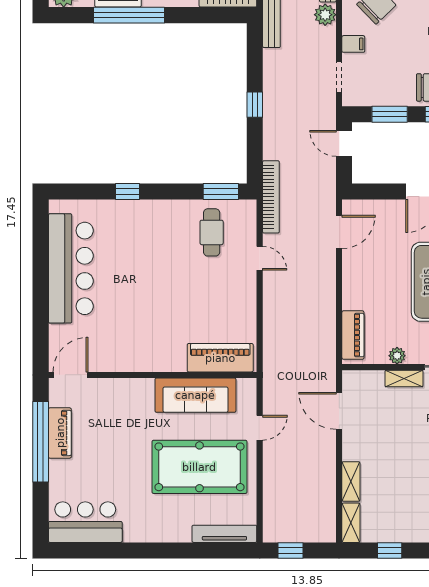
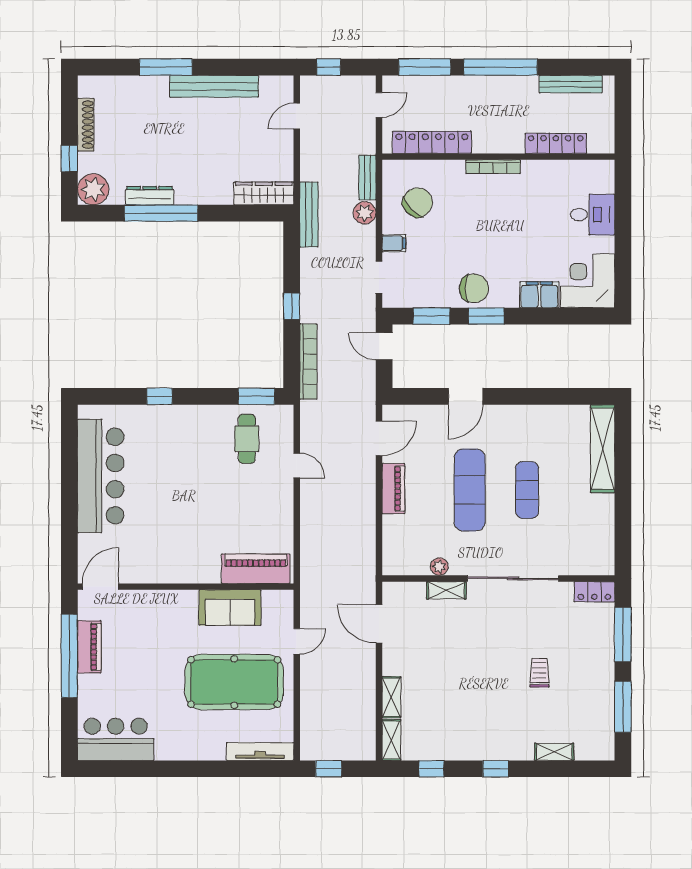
bookcase: (271, 197) -> (308, 362), moved
piano: (353, 335) -> (393, 489), moved
sofa: (195, 395) -> (230, 608), width x0.73

